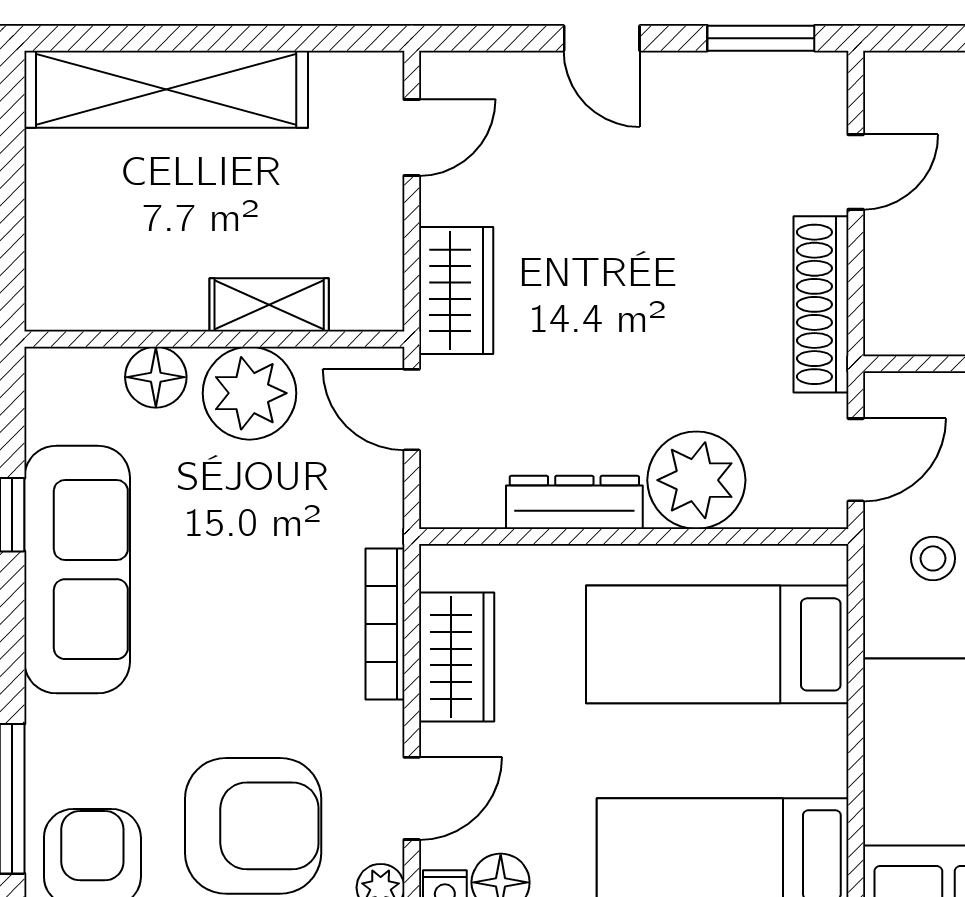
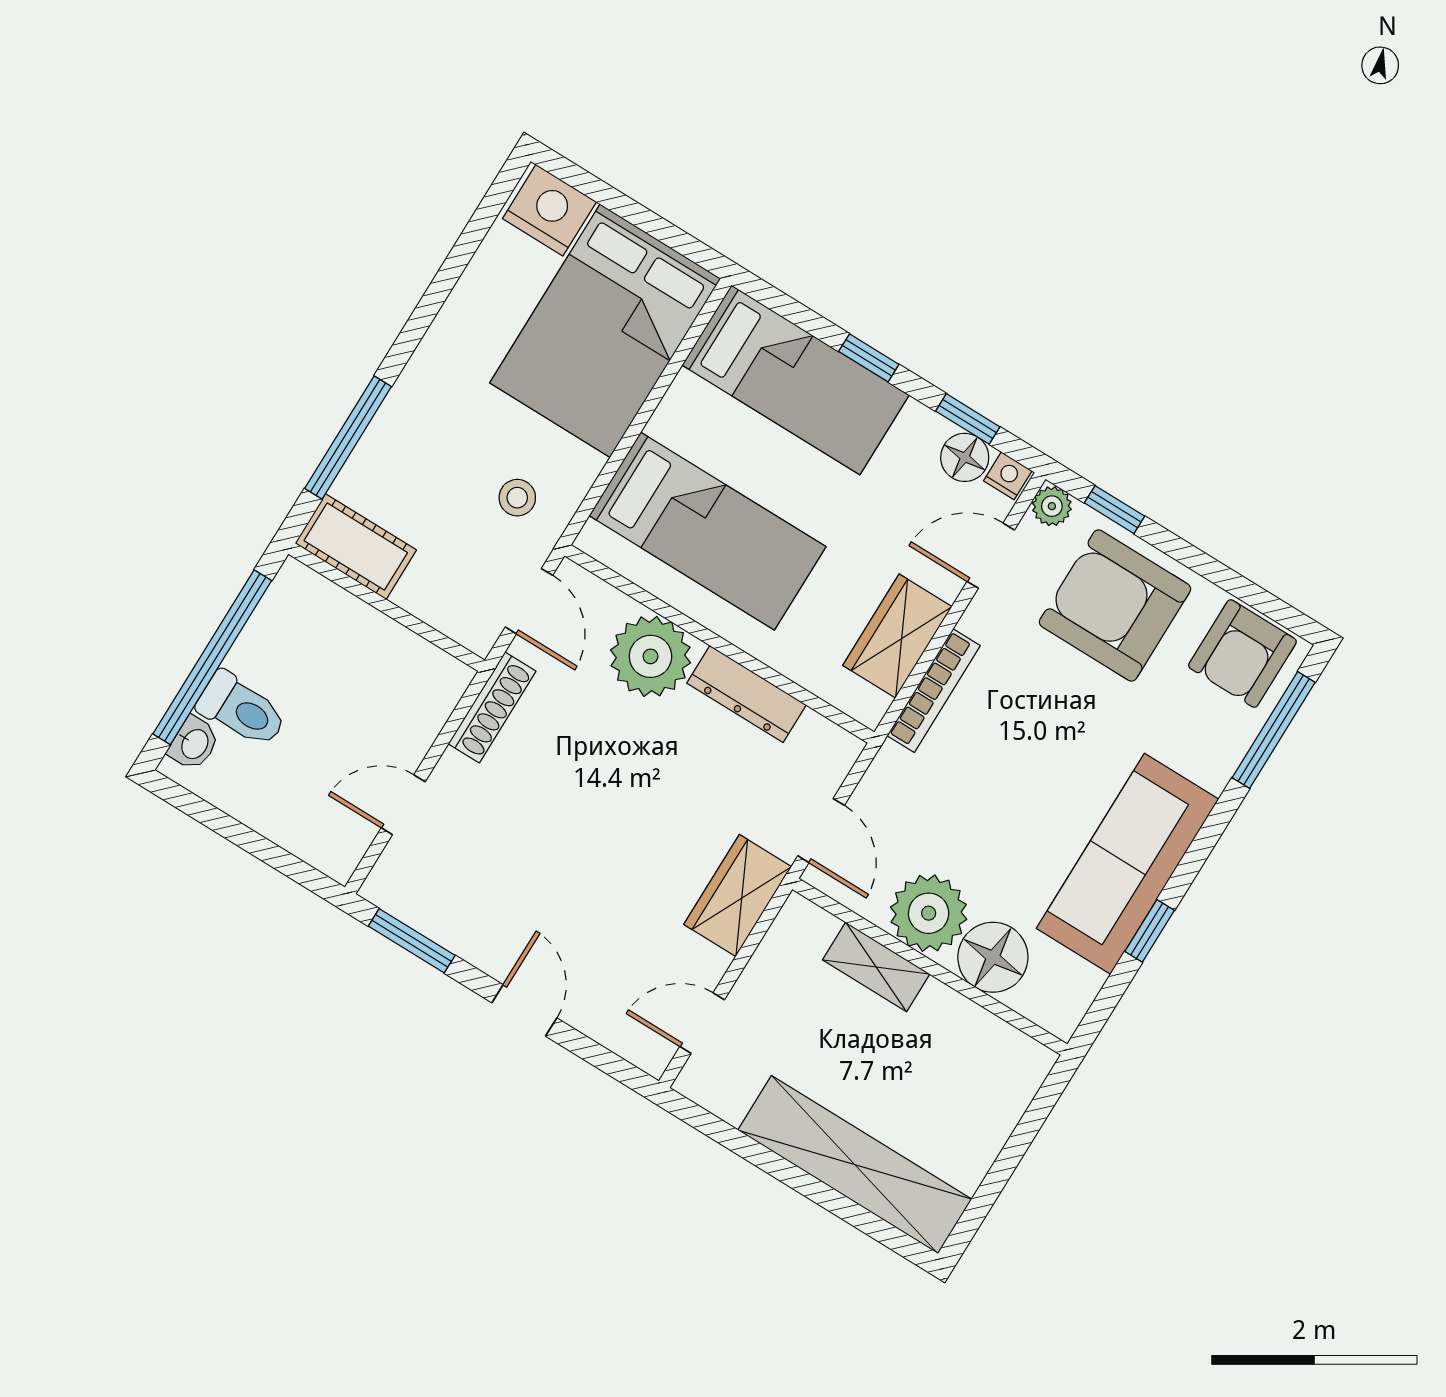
shoe rack: (821, 304) -> (492, 707), width x0.74, depth x0.81
floor lamp: (156, 377) -> (993, 957), width x1.38, depth x1.38
door: (856, 460) -> (529, 601), swing flipped

